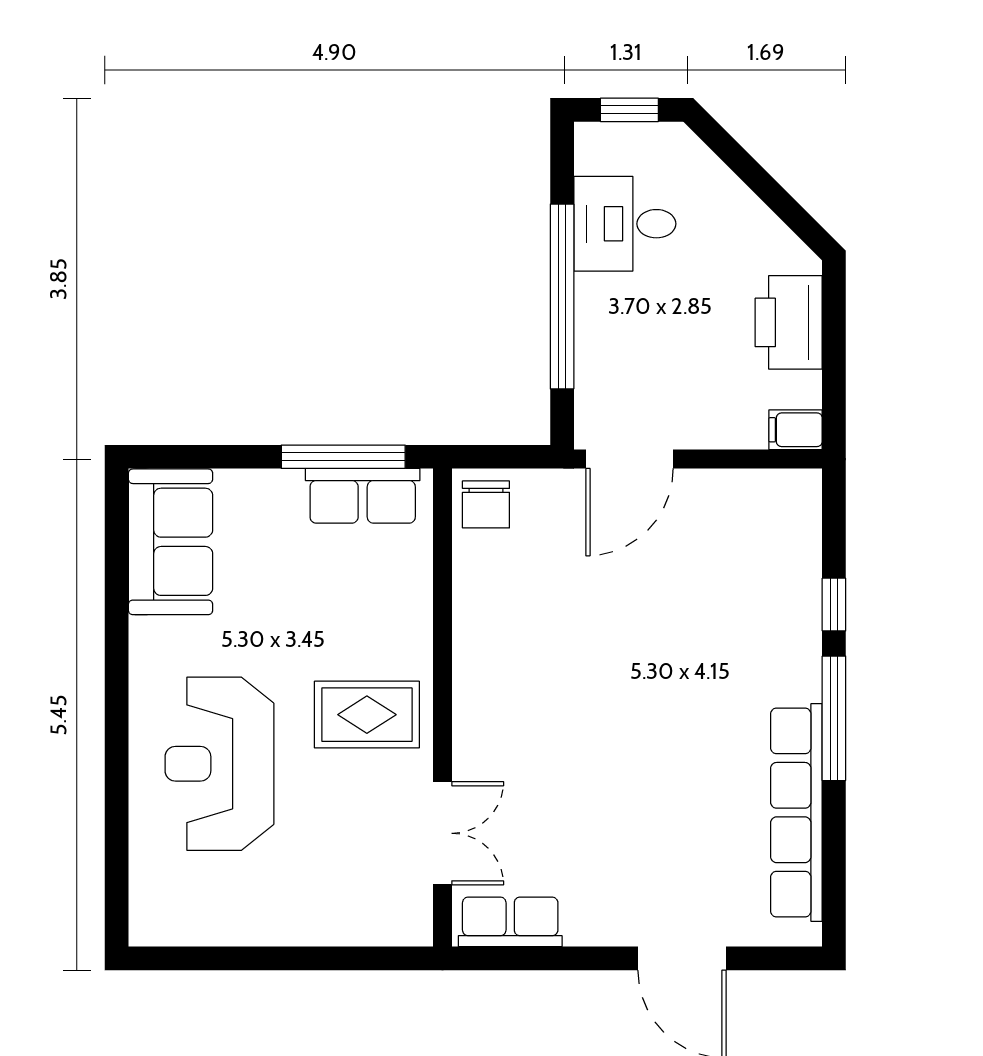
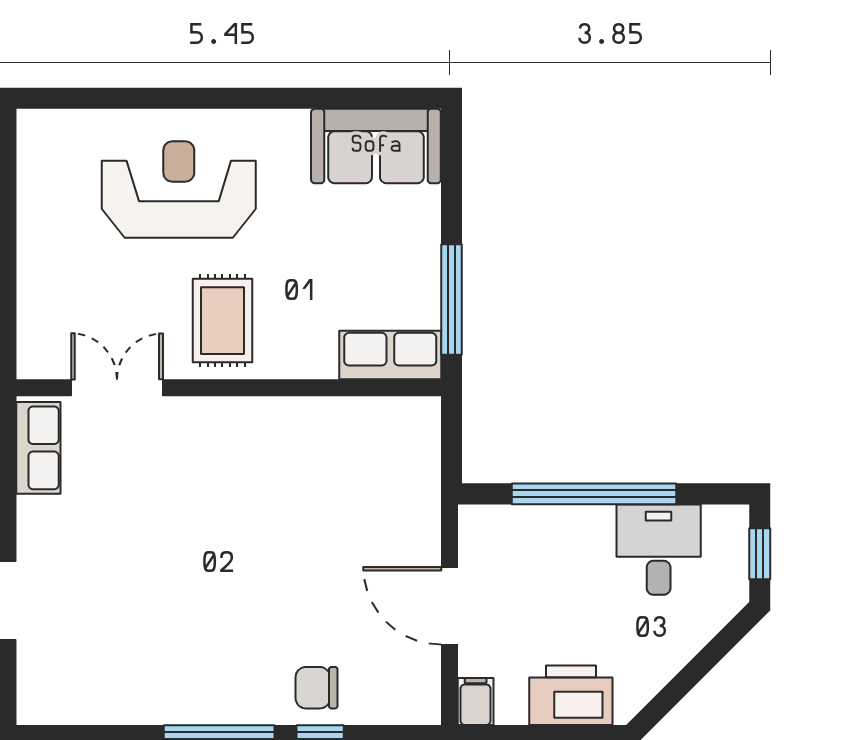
door: (630, 459) -> (449, 606), moved
row of seats: (363, 496) -> (390, 355), moved, turned 90
chair: (486, 504) -> (317, 688), moved
row of seats: (796, 813) -> (135, 702), removed
double door: (442, 833) -> (117, 388), swing flipped

